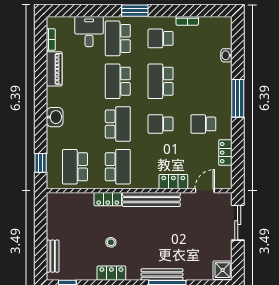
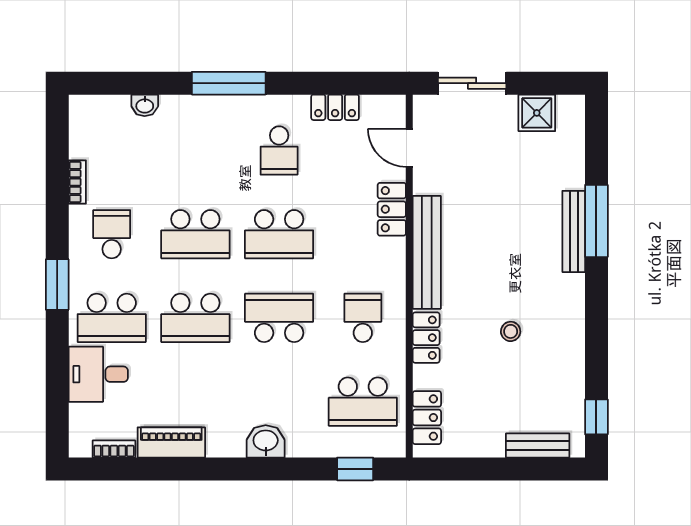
school desk: (161, 38) -> (112, 234), turned 180
school desk: (161, 124) -> (279, 234), width x1.85
school desk: (118, 167) -> (363, 318), width x0.54
shower: (223, 270) -> (537, 113), moved
locker: (111, 273) -> (427, 418), moved, turned 180

